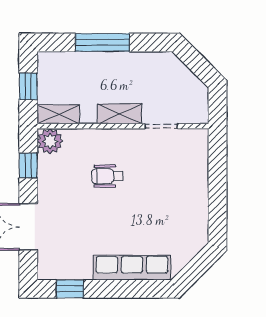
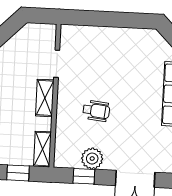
plant: (50, 141) -> (92, 159), moved
wheelchair: (107, 176) -> (96, 111), turned -84

